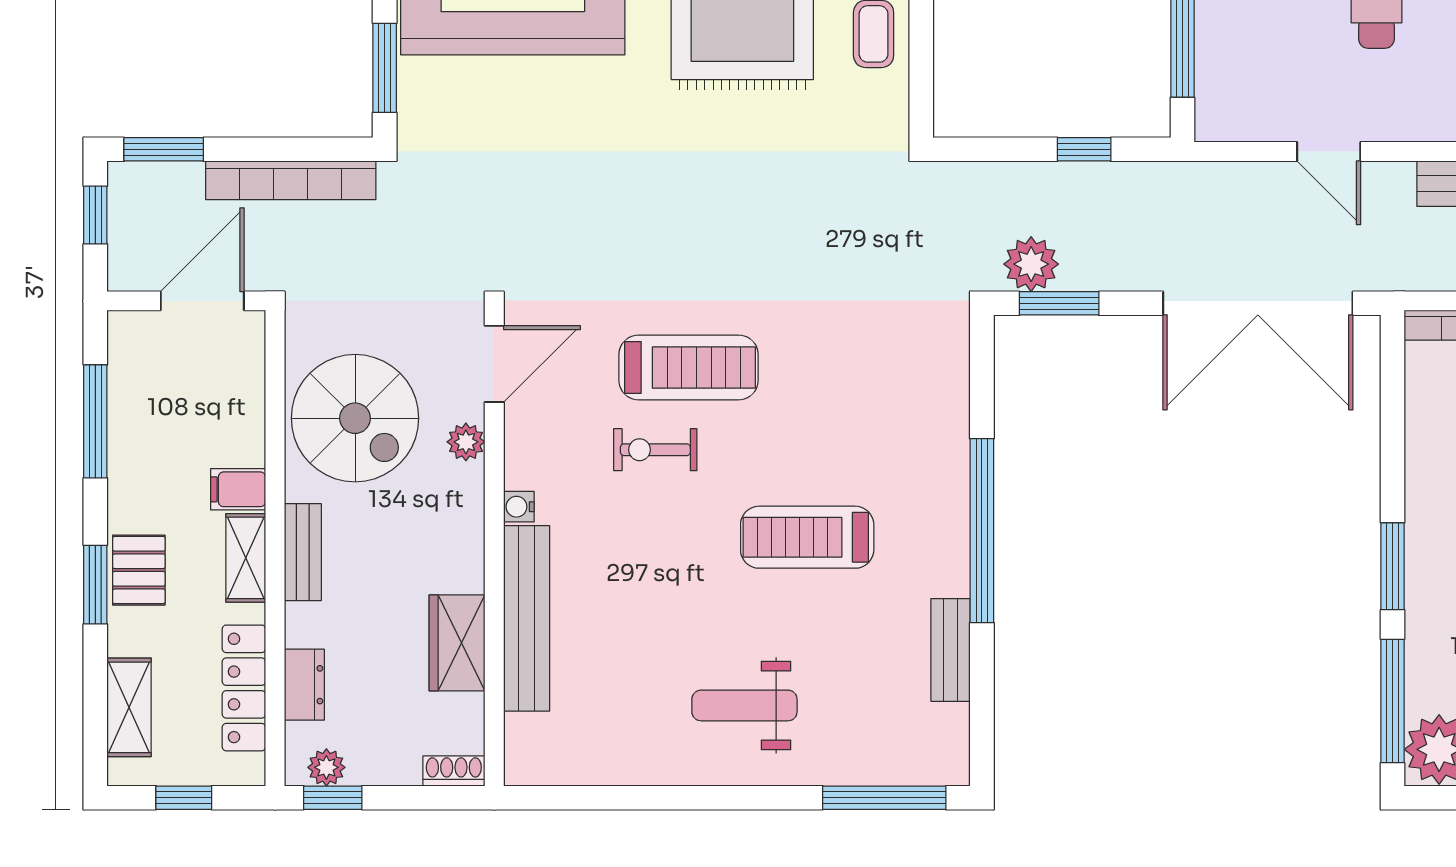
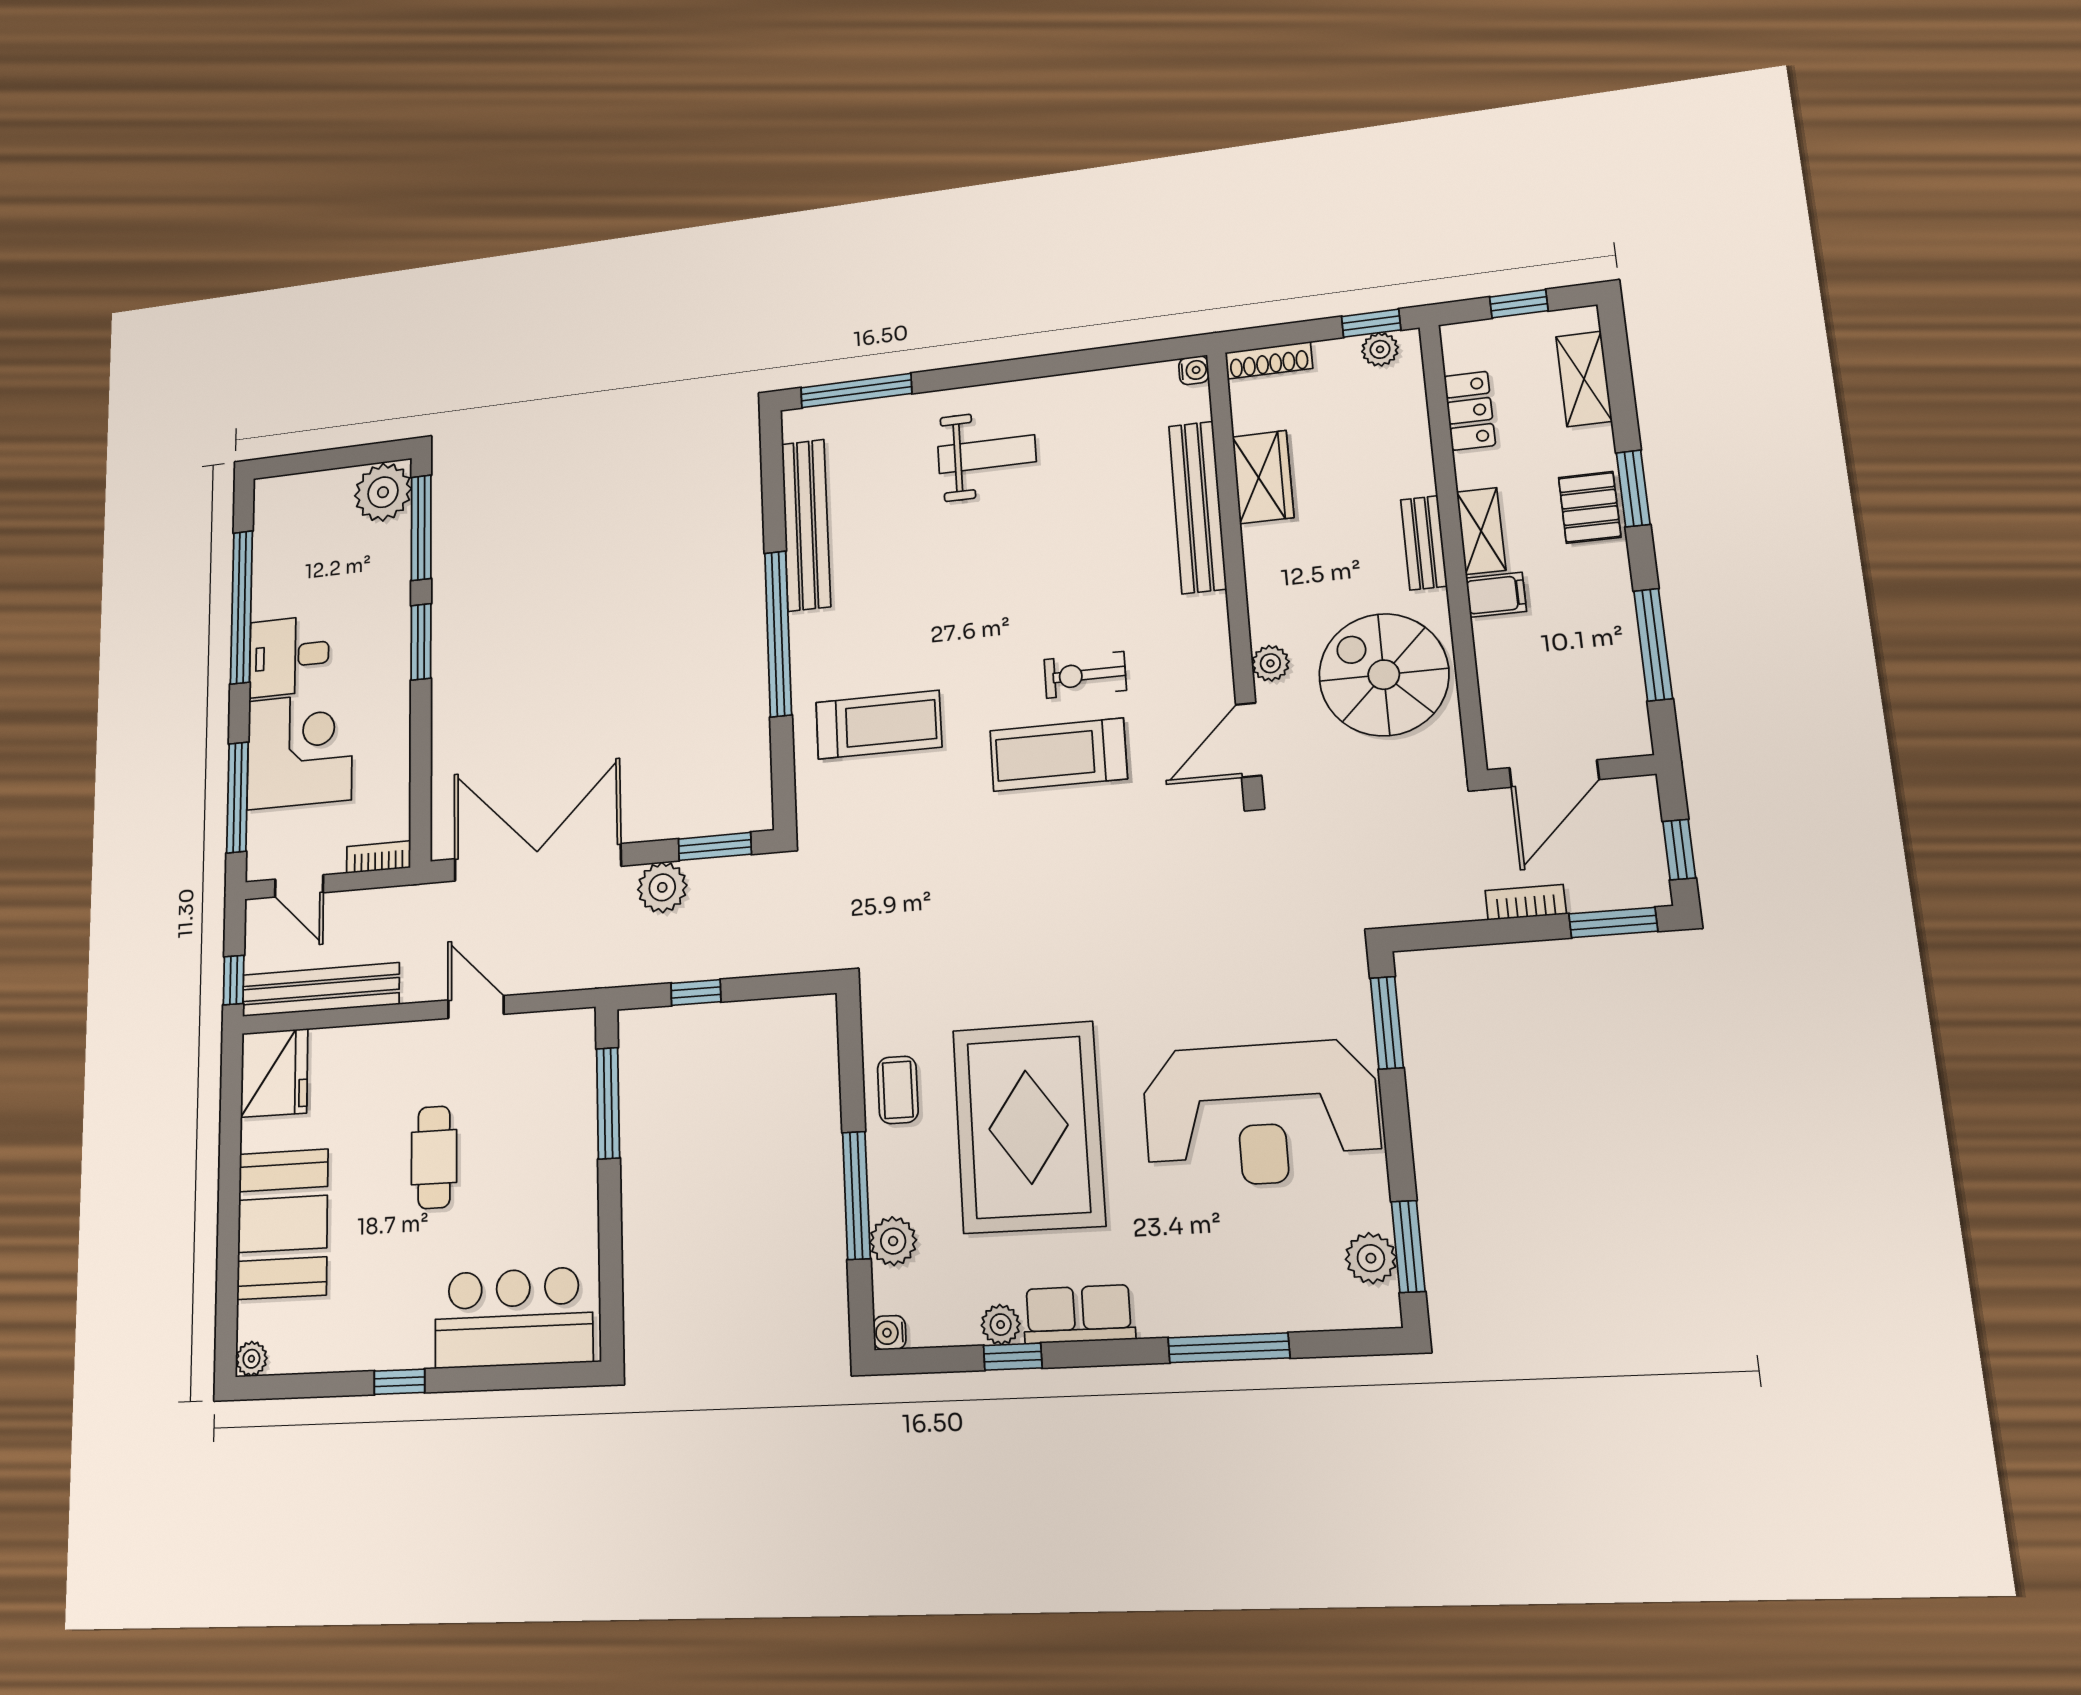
bookcase: (291, 180) -> (1526, 902), width x0.43, depth x0.76
plant: (1031, 264) -> (662, 887), moved
exercise bike: (655, 450) -> (1085, 675), turned 180
water cooler: (519, 507) -> (1194, 370), moved
treadmill: (807, 537) -> (879, 725), moved
bench: (951, 650) -> (806, 525), width x1.86, depth x1.21
dresser: (304, 685) -> (1410, 421), removed
locker: (244, 688) -> (1470, 411), width x0.66
shoe rack: (454, 771) -> (1269, 360), width x1.43

